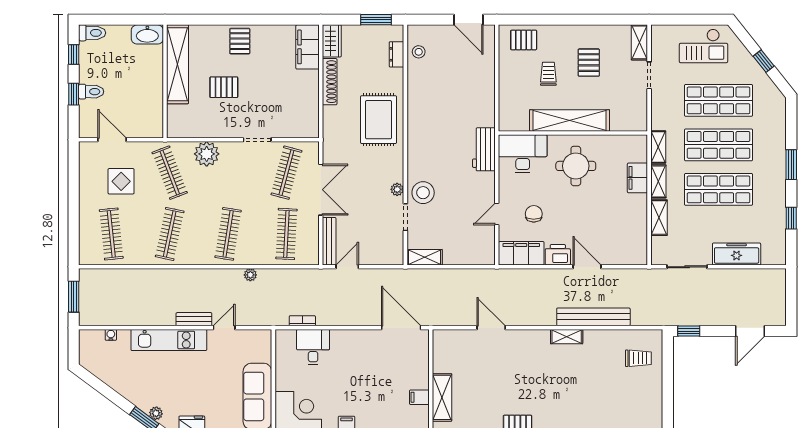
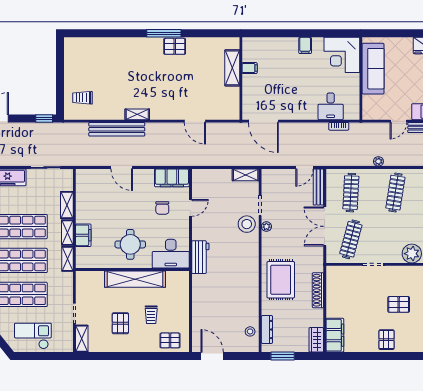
dresser: (396, 54) -> (267, 330), width x1.44
shoe rack: (330, 82) -> (318, 290), moved
printer: (558, 255) -> (144, 177), removed

